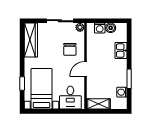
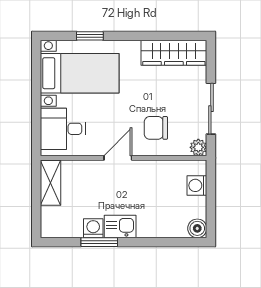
boiler: (111, 28) -> (197, 228), moved
kitchen sink: (121, 51) -> (120, 226), moved
door: (85, 69) -> (118, 158), hinge flipped
washing machine: (122, 92) -> (93, 228), moved

